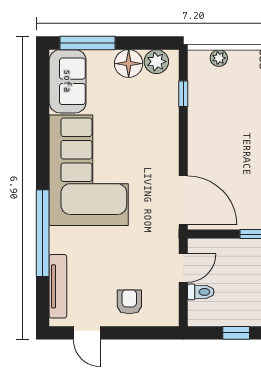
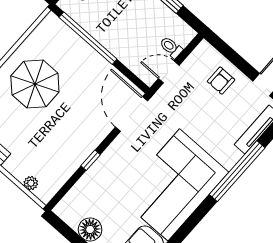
plant: (156, 62) -> (72, 215), removed
window: (183, 94) -> (90, 160), moved

